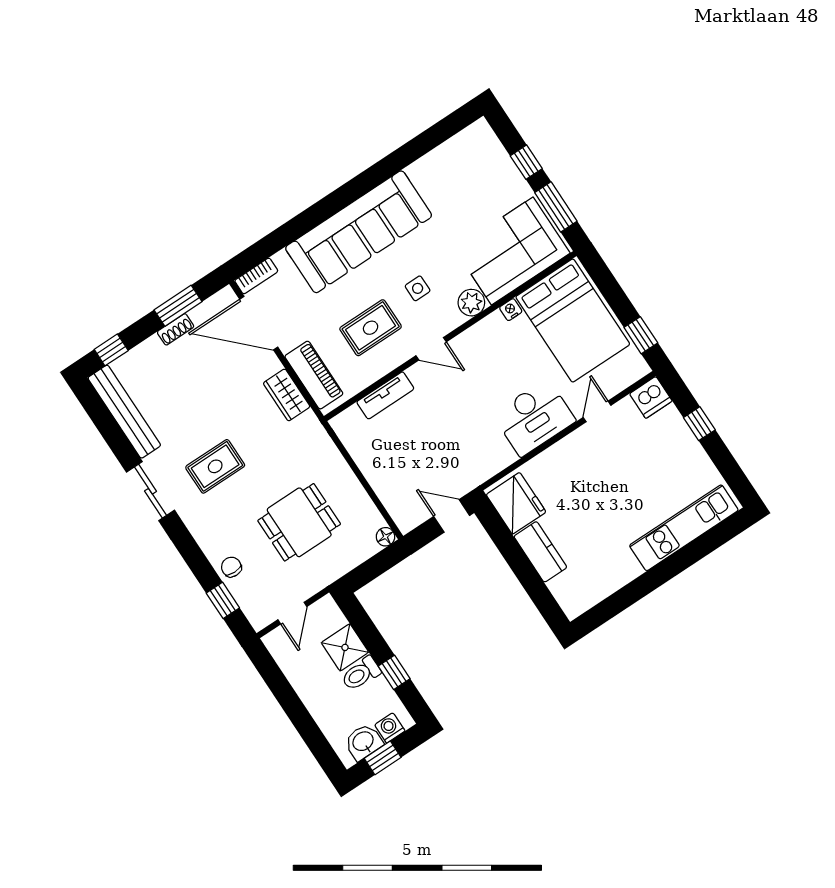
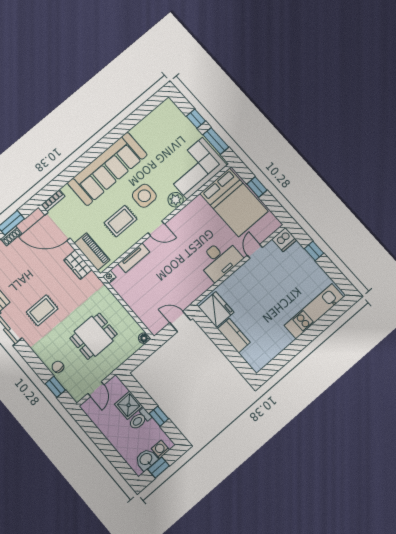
side table: (418, 288) -> (144, 196), width x1.87, depth x1.87
nightstand: (511, 310) -> (109, 277), moved
window: (641, 335) -> (257, 187), moved

